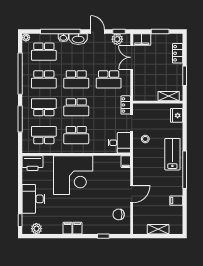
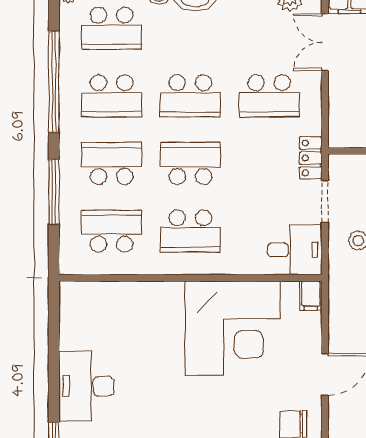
school desk: (76, 107) -> (190, 163), turned 180
printer: (33, 163) -> (84, 299), removed
corner desk: (73, 175) -> (233, 328), moved

